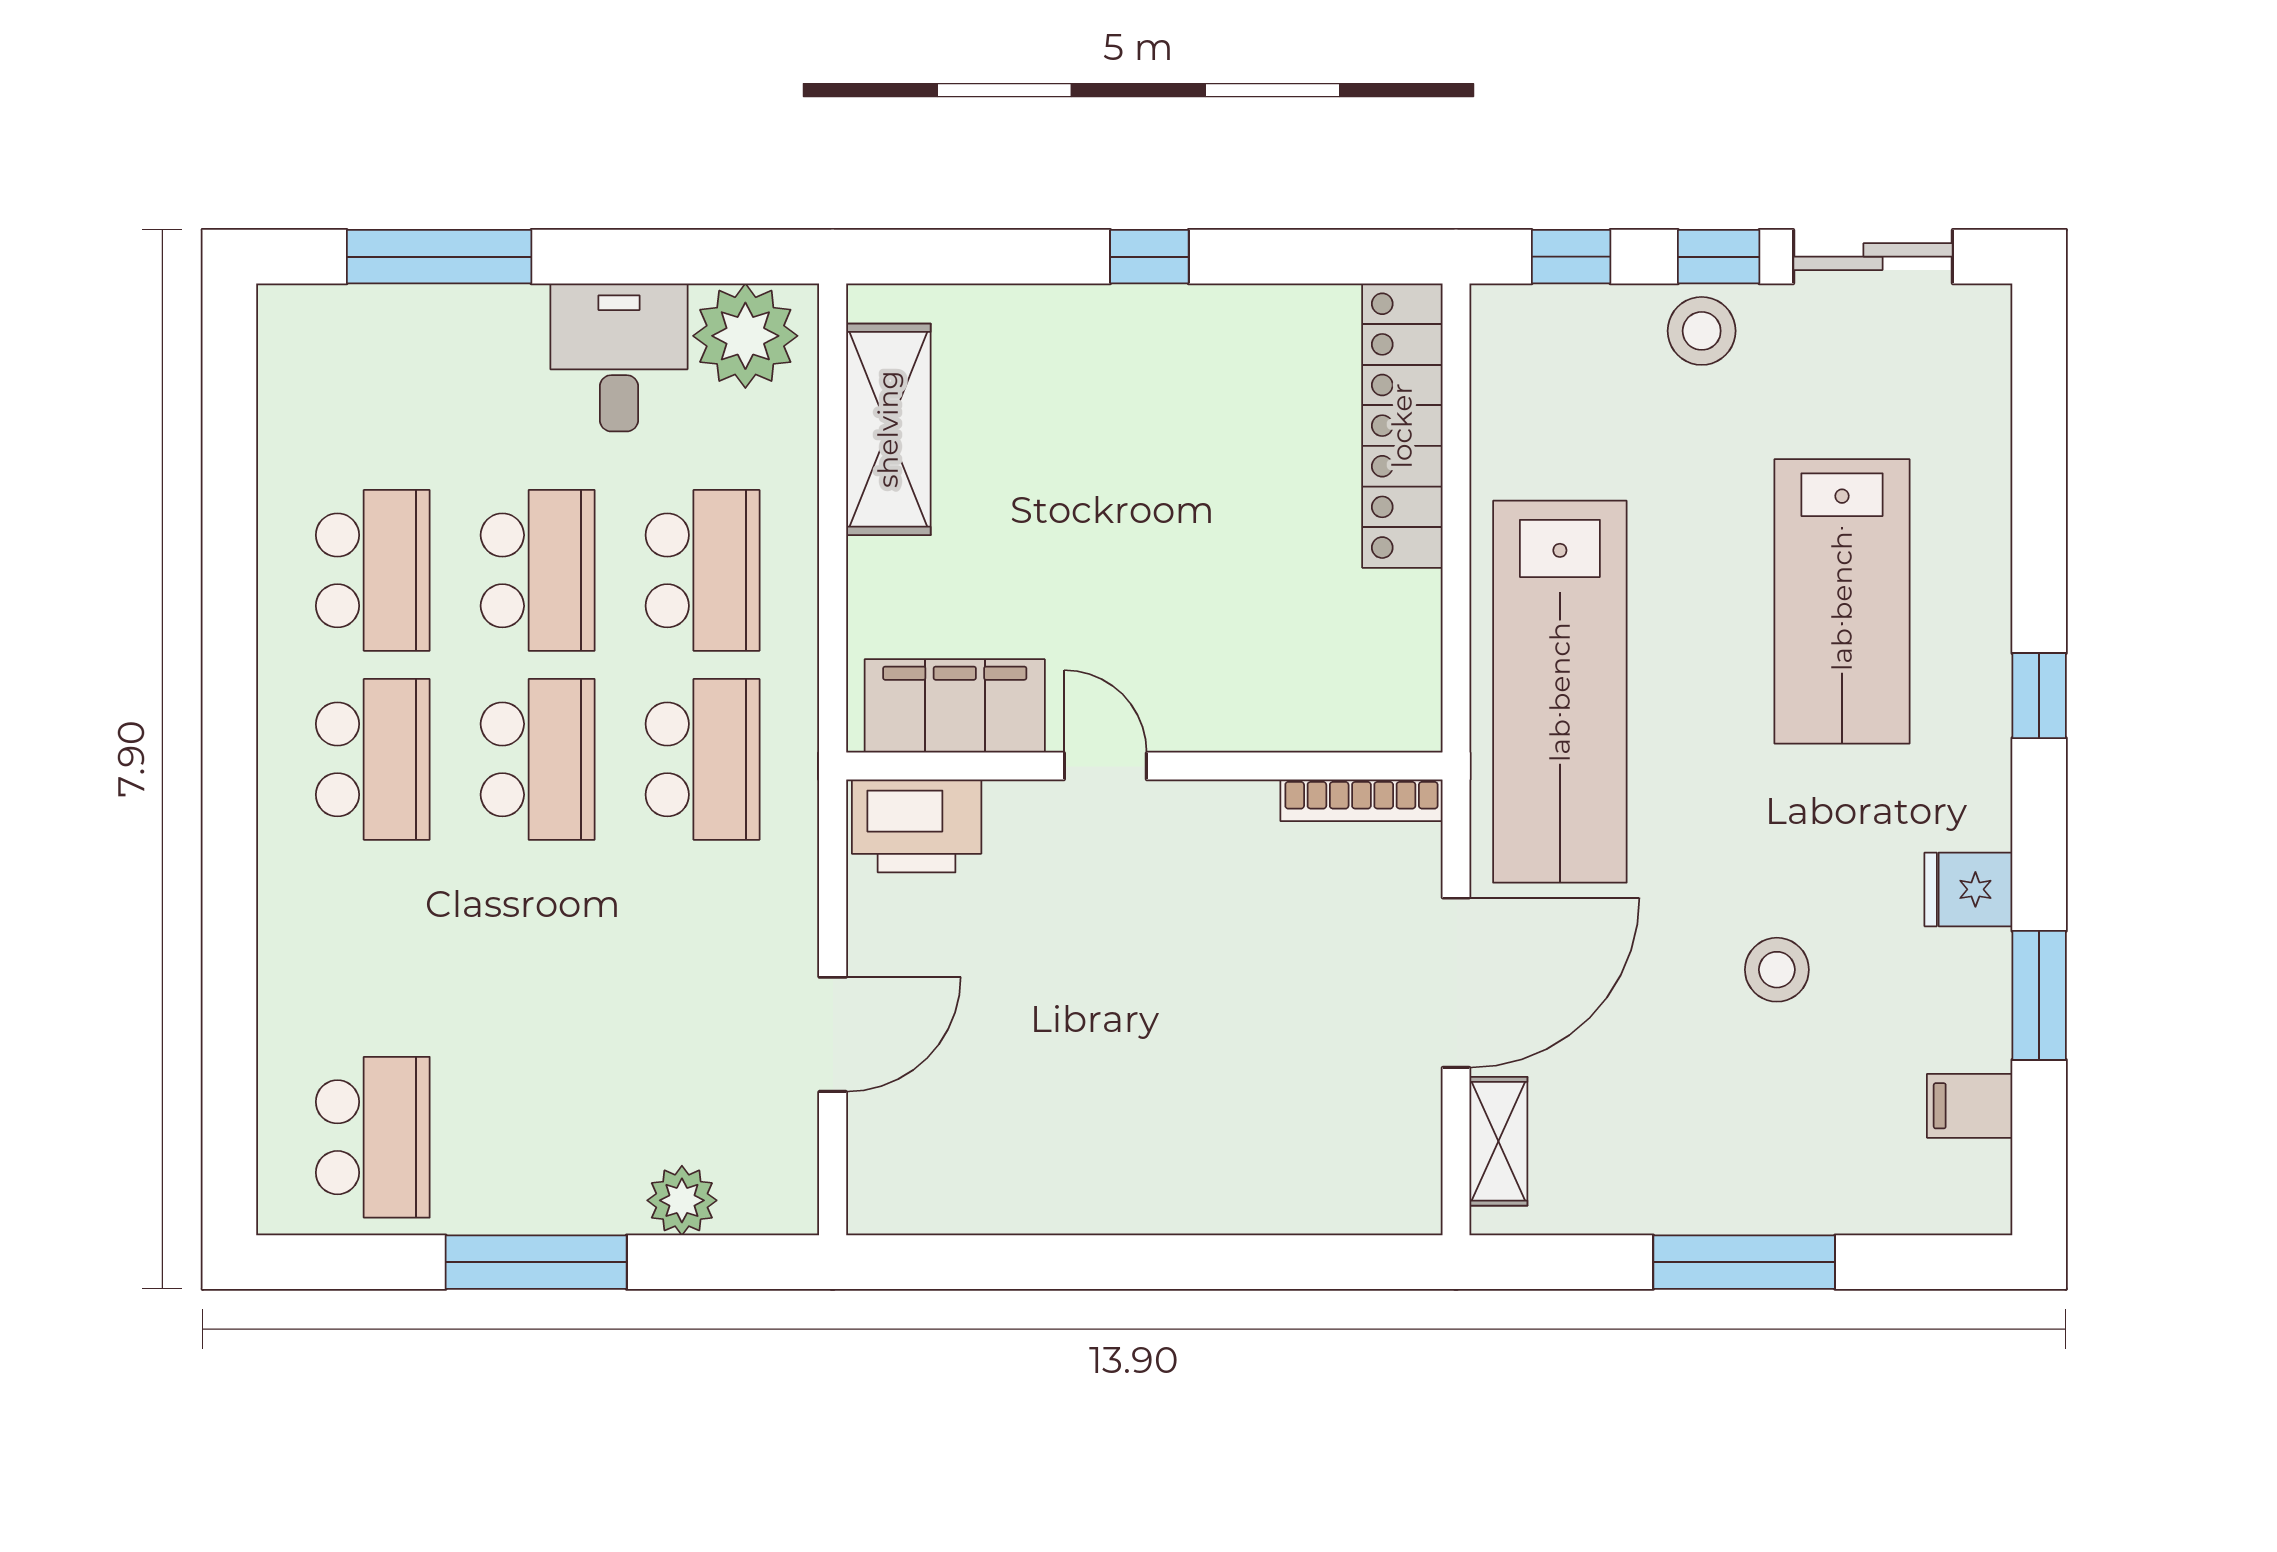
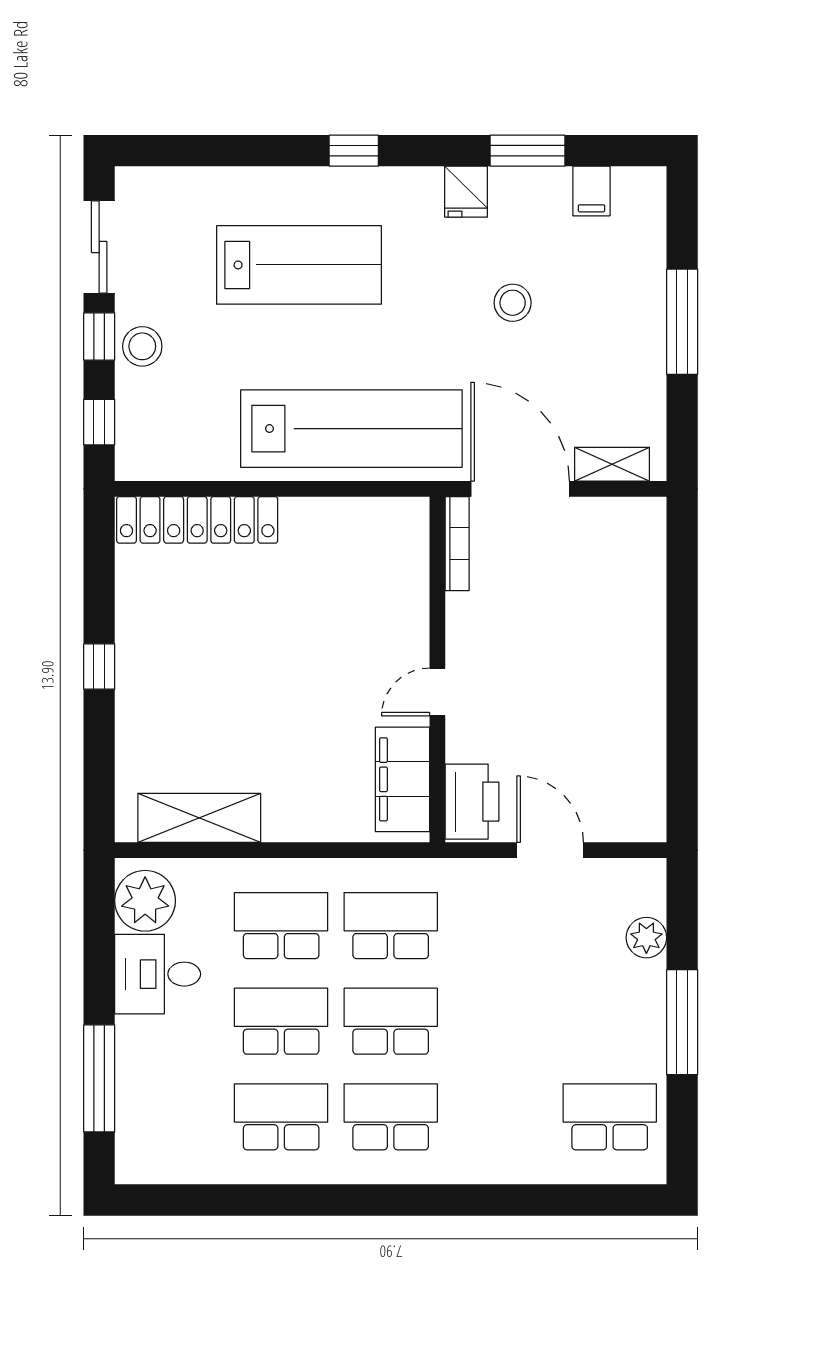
filing cabinet: (955, 706) -> (402, 779), moved
door: (1105, 766) -> (437, 692), moved
wall: (1144, 766) -> (437, 669), moved
bookcase: (1361, 800) -> (457, 544), moved
printer: (917, 826) -> (472, 802), moved

